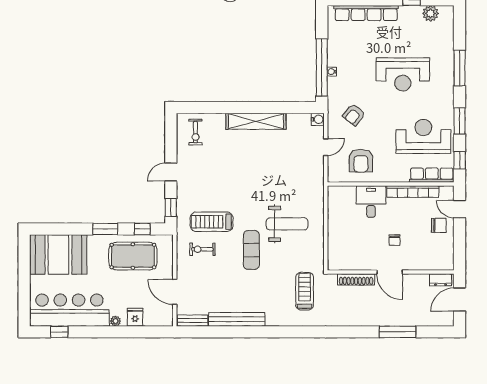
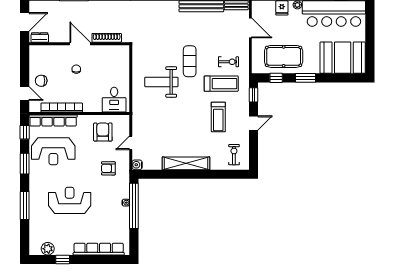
armchair: (354, 115) -> (108, 168), turned -129
row of seats: (432, 175) -> (53, 121), width x1.36
desk: (371, 202) -> (114, 100), moved
treadmill: (305, 291) -> (218, 117), moved

